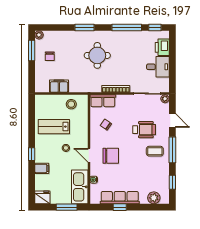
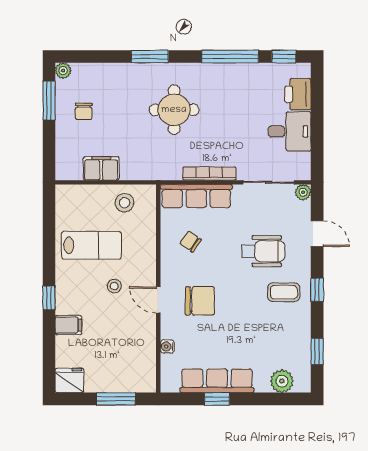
row of seats: (103, 101) -> (196, 196), width x1.48
lab bench: (54, 127) -> (91, 245), turned 180
window: (172, 150) -> (317, 290), width x0.46
kitchen sink: (80, 187) -> (141, 360), removed

